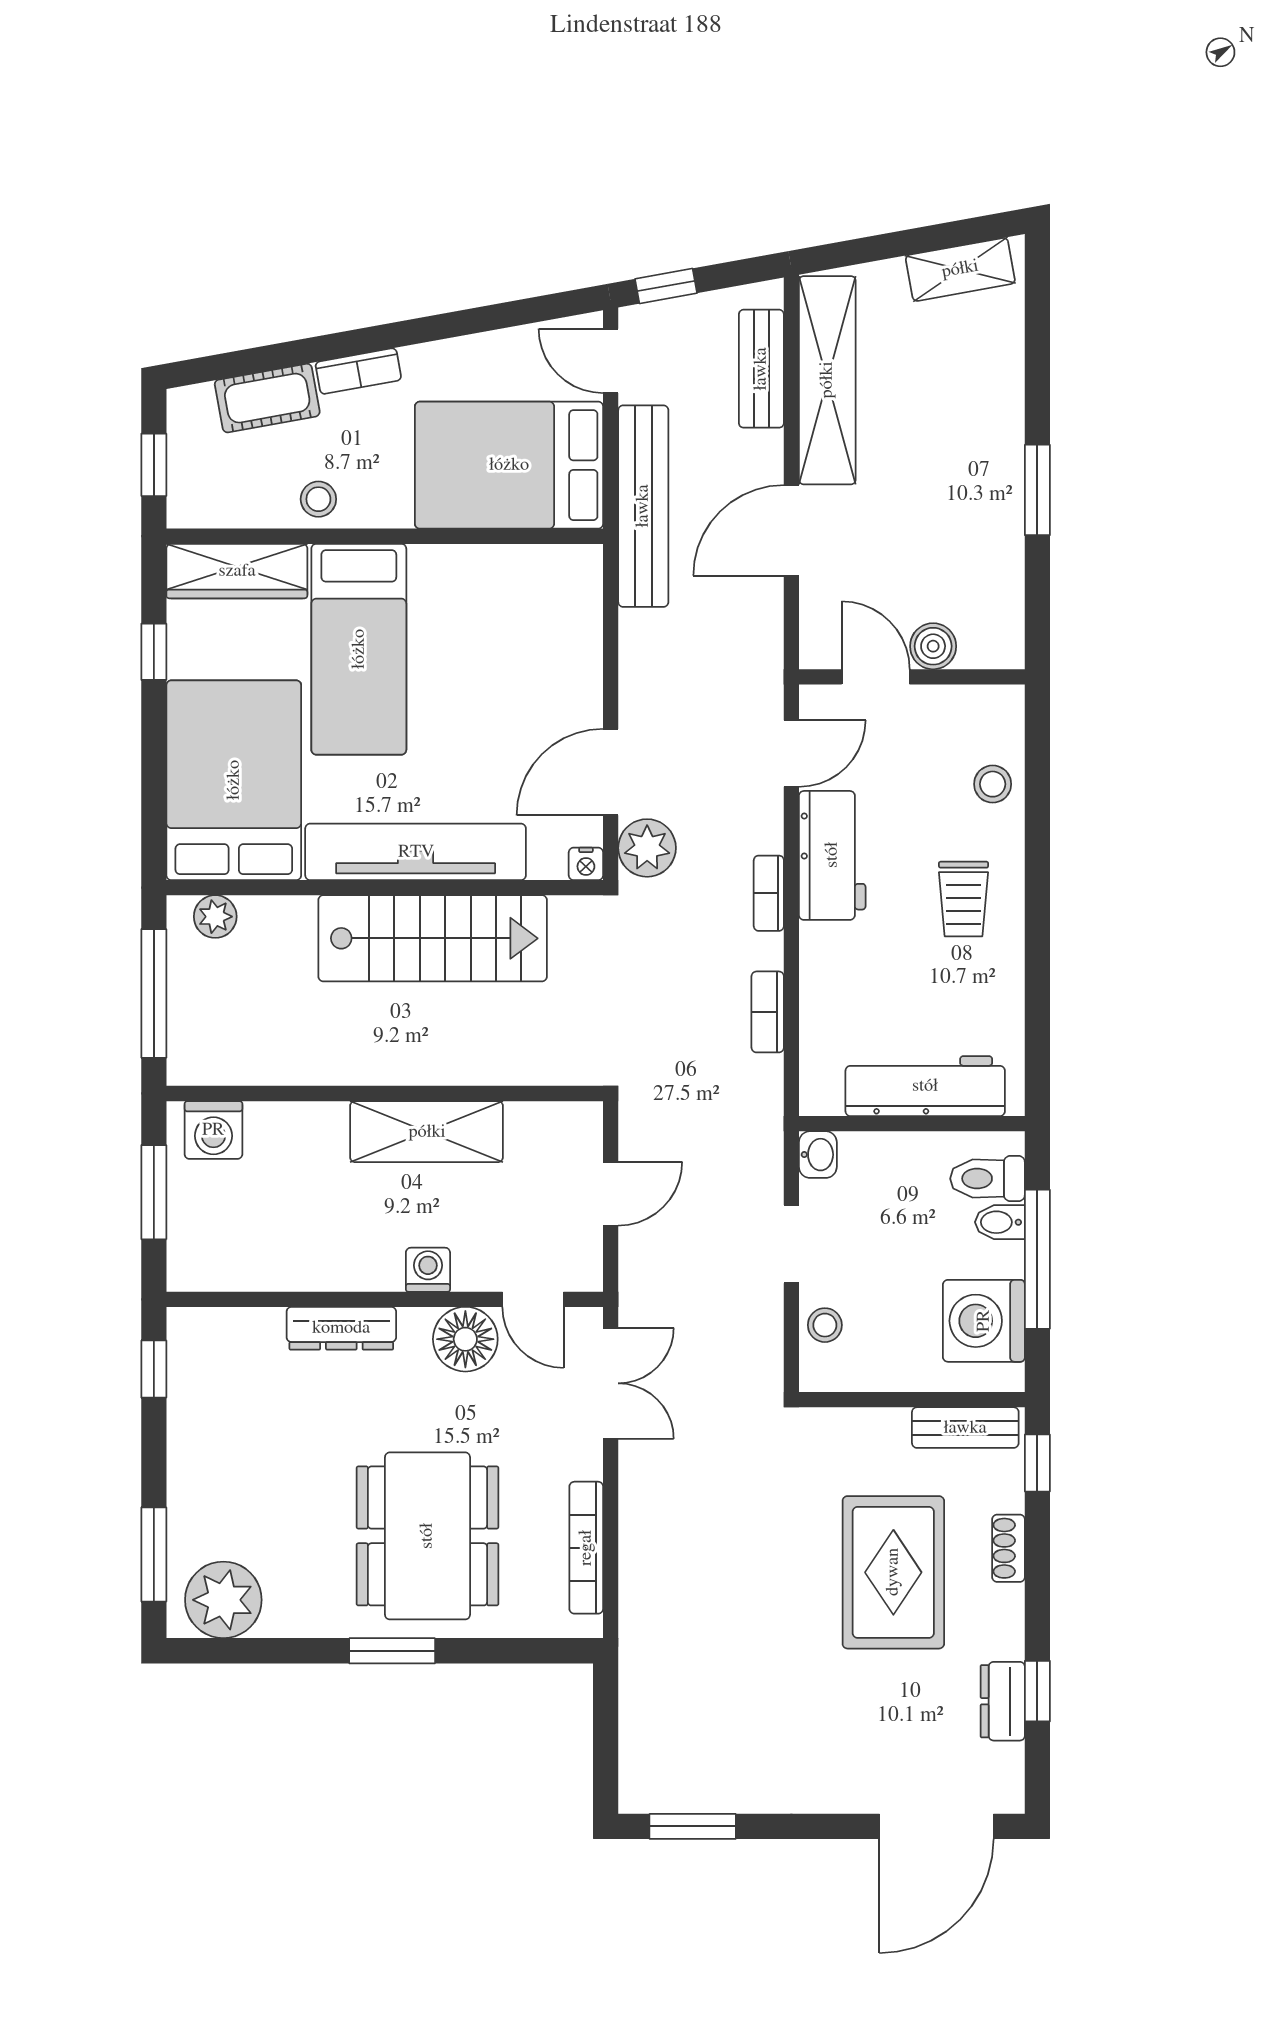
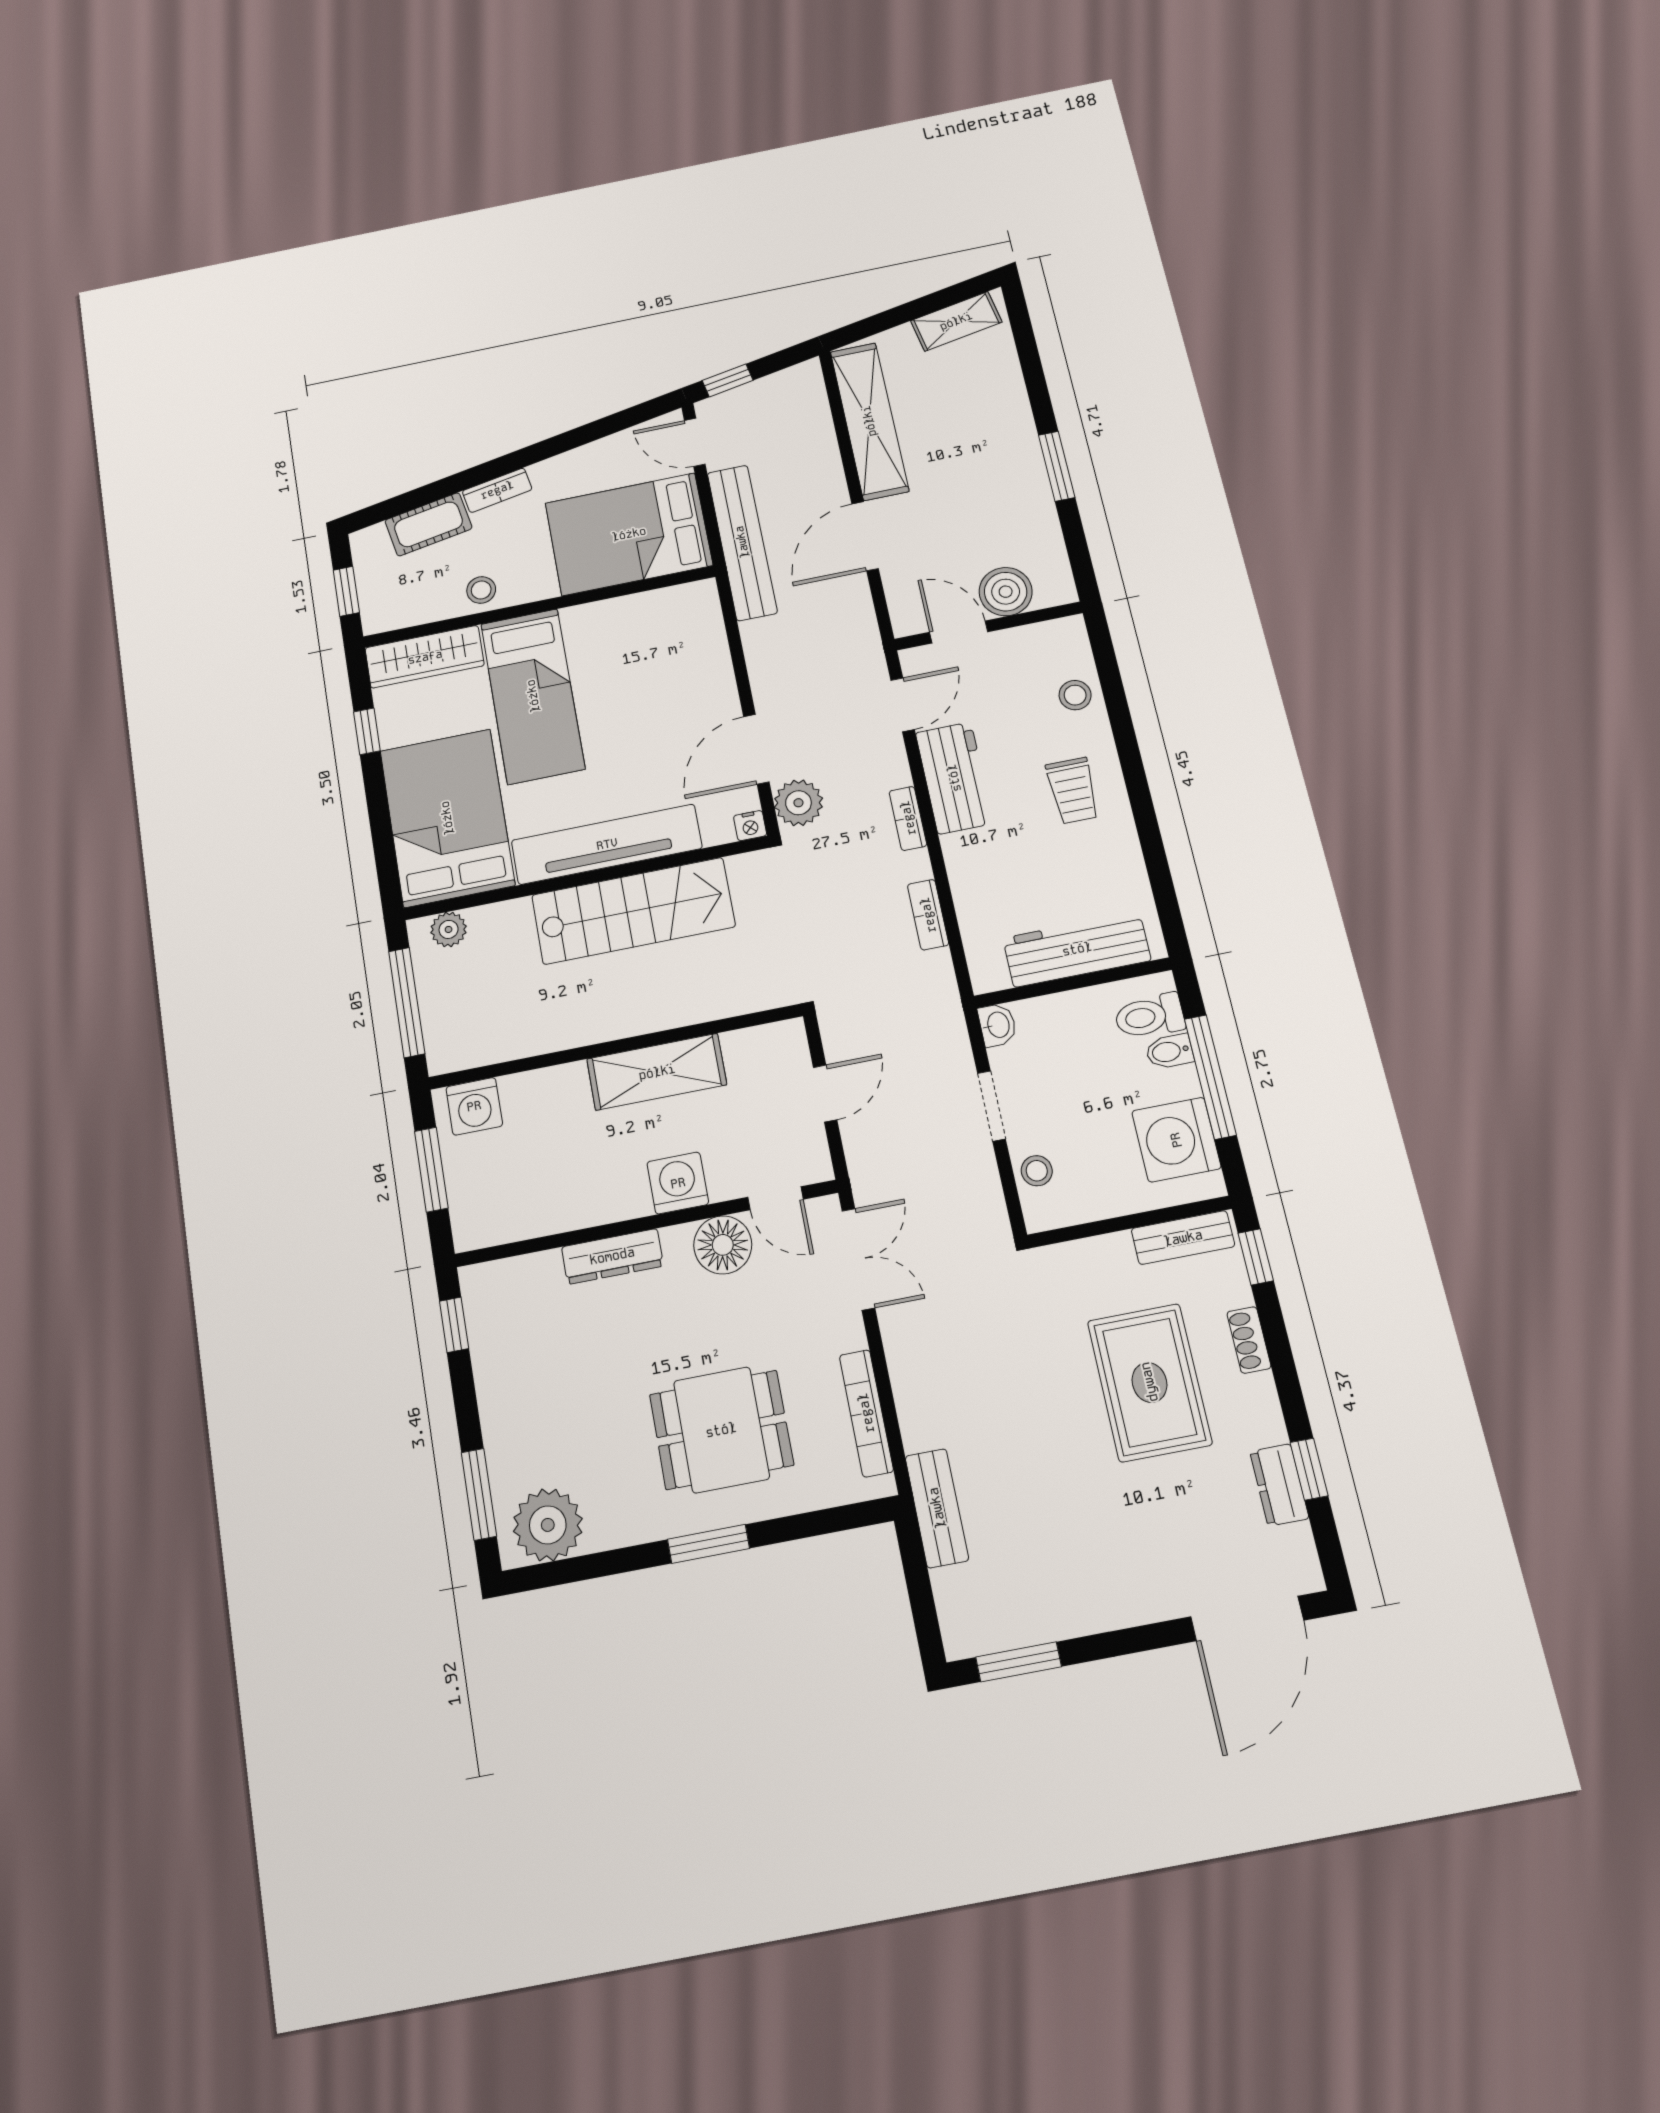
bench: (761, 369) -> (937, 1508), moved
boiler: (933, 646) -> (1006, 592), width x1.36, depth x1.36
washing machine: (428, 1270) -> (678, 1183), width x1.38, depth x1.38
dining table: (427, 1536) -> (721, 1430), width x0.73

